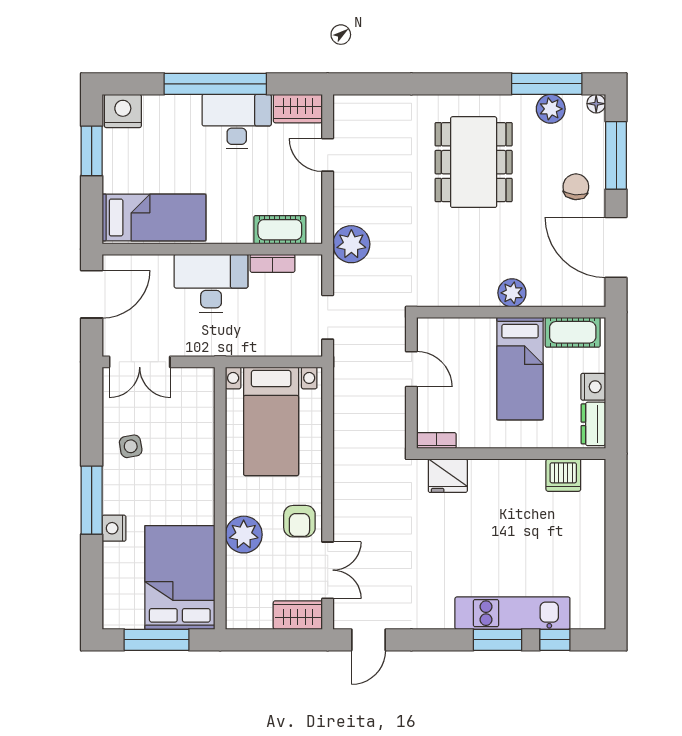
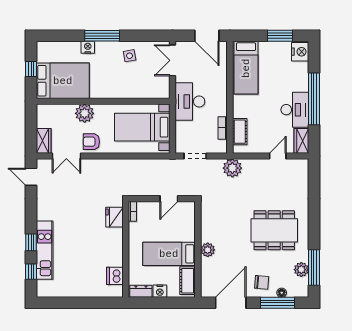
floor lamp: (596, 104) -> (282, 293), moved
desk: (211, 283) -> (190, 102), moved, turned 180
window: (157, 640) -> (31, 69), width x0.46
window: (498, 640) -> (31, 242), width x0.67

